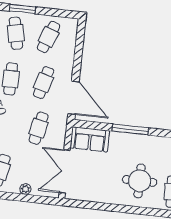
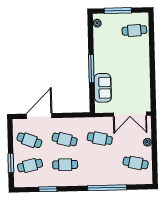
door: (73, 98) -> (39, 116), moved
sofa: (90, 139) -> (103, 88), moved
round table: (140, 181) -> (129, 56), removed

